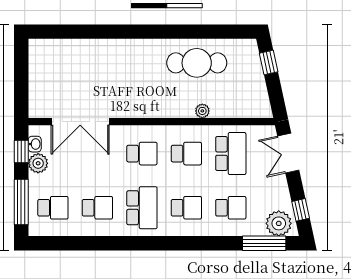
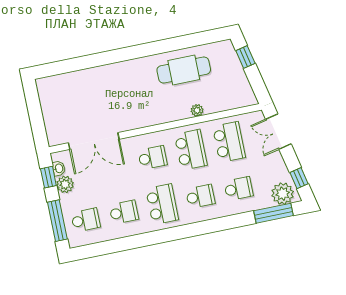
school desk: (186, 154) -> (191, 150), width x1.85

